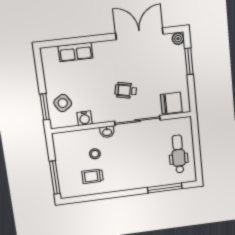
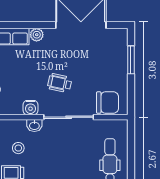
plant: (178, 39) -> (37, 35), moved
water cooler: (84, 118) -> (30, 108), moved

